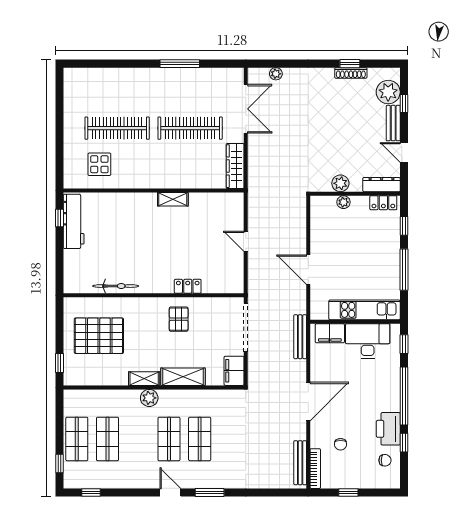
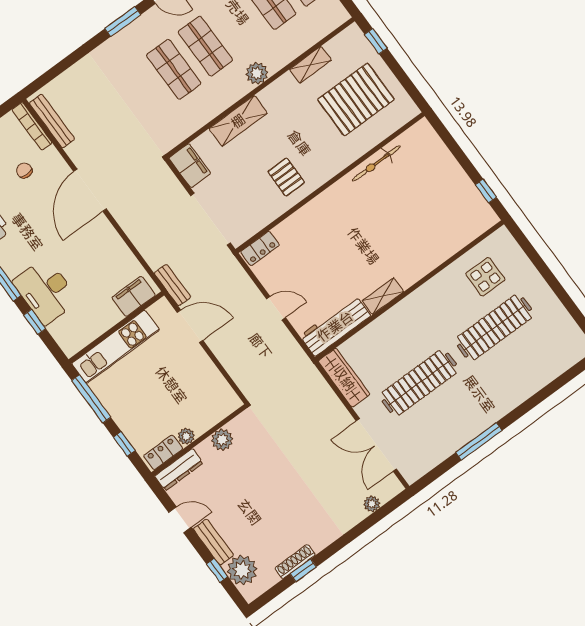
plant: (343, 202) -> (186, 436), moved
workbench: (74, 221) -> (335, 326), moved, turned 90
locker: (188, 286) -> (260, 248), moved
kitchen unit: (365, 310) -> (116, 347), moved
wall: (355, 322) -> (116, 327), moved
filing cabinet: (330, 333) -> (134, 296), moved
bench: (300, 337) -> (172, 285), moved, width x0.73
desk: (368, 341) -> (46, 291), moved, turned 90
shelving: (144, 379) -> (310, 65), moved

